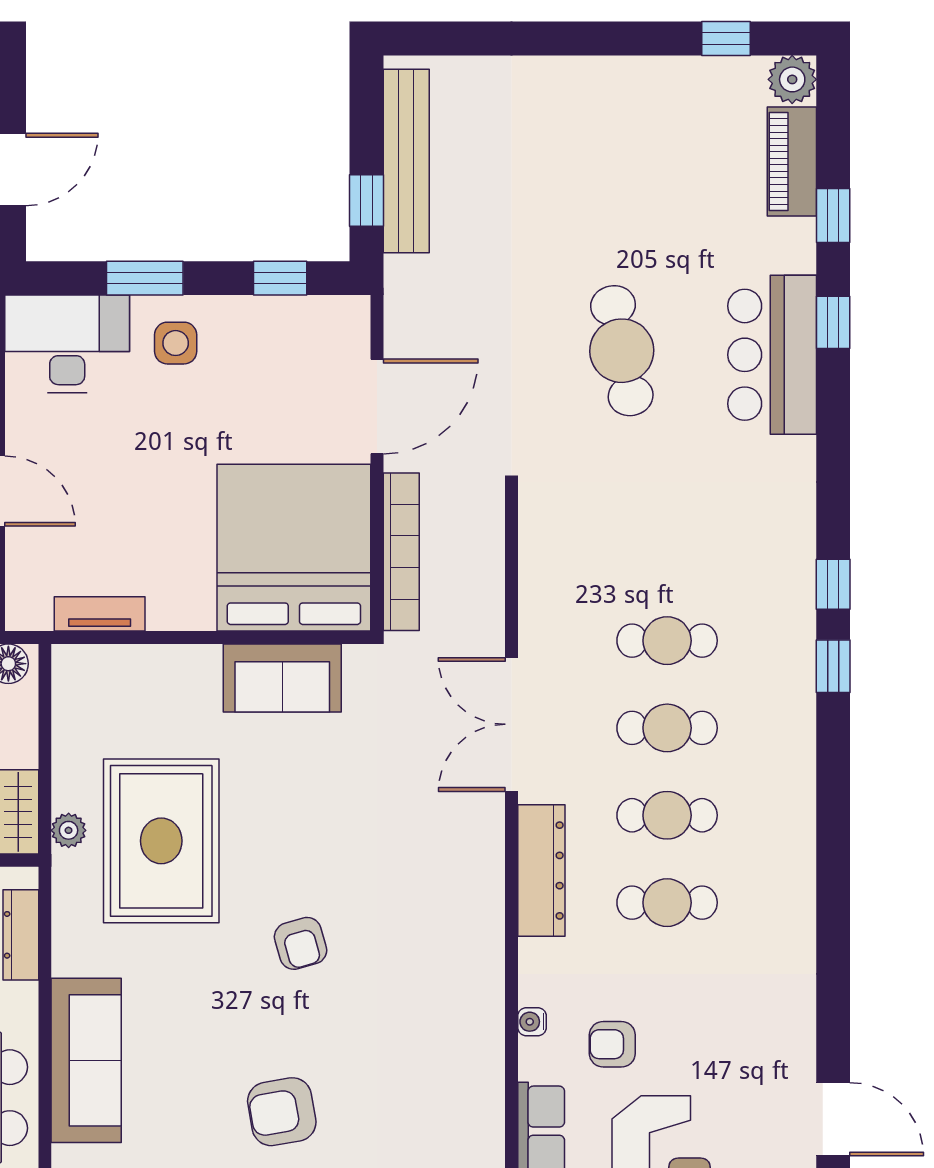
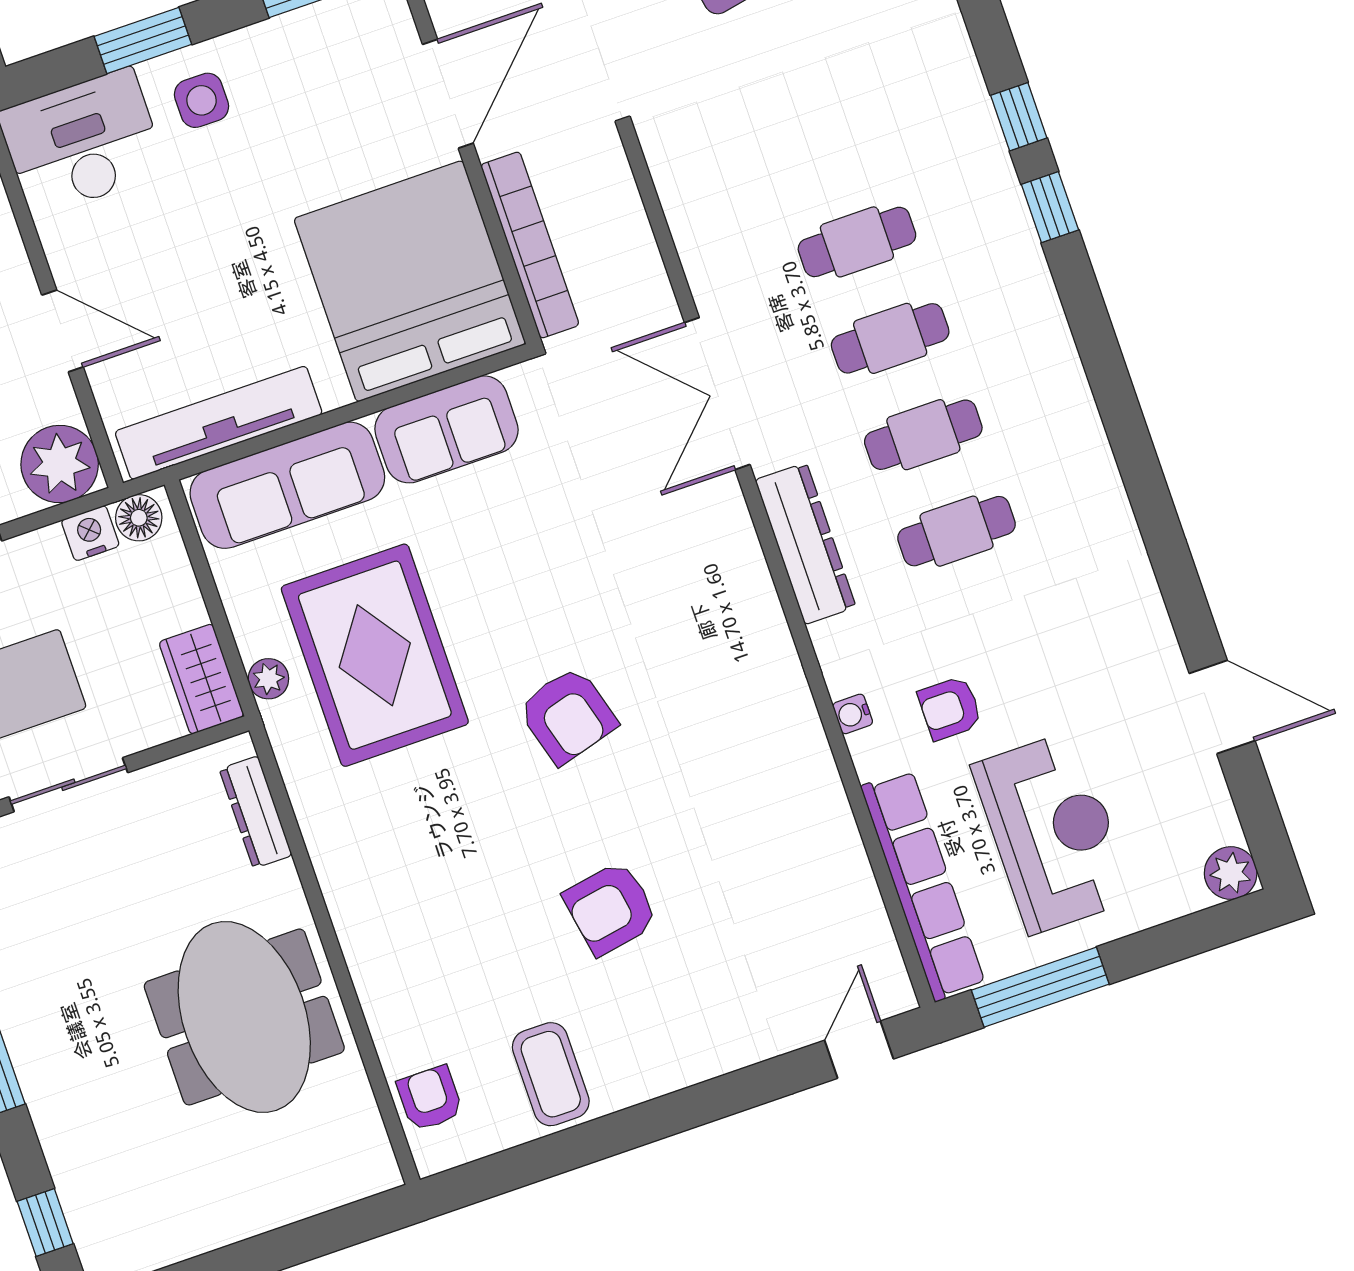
tv unit: (100, 614) -> (219, 423), width x1.92, depth x1.29
armchair: (301, 943) -> (567, 715), width x1.38, depth x1.38
sofa: (86, 1060) -> (287, 485), moved, turned 90

